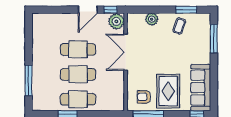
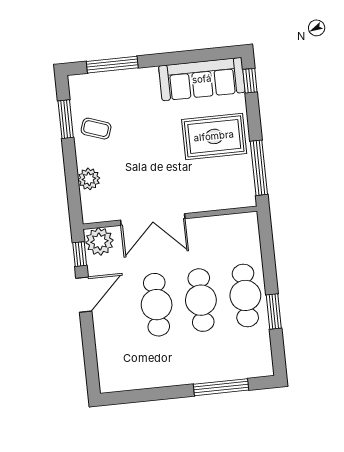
door: (88, 10) -> (84, 295), hinge flipped
armchair: (144, 97) -> (229, 178), removed

